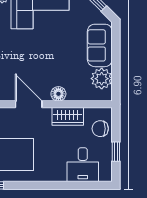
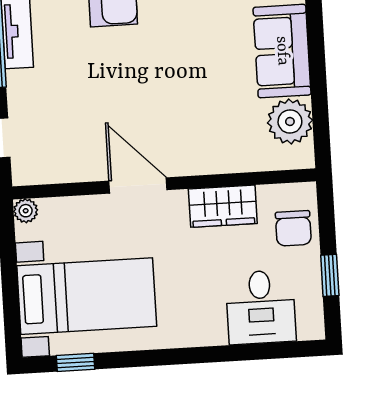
floor lamp: (58, 94) -> (200, 160), removed
chair: (100, 129) -> (293, 228), turned -90

